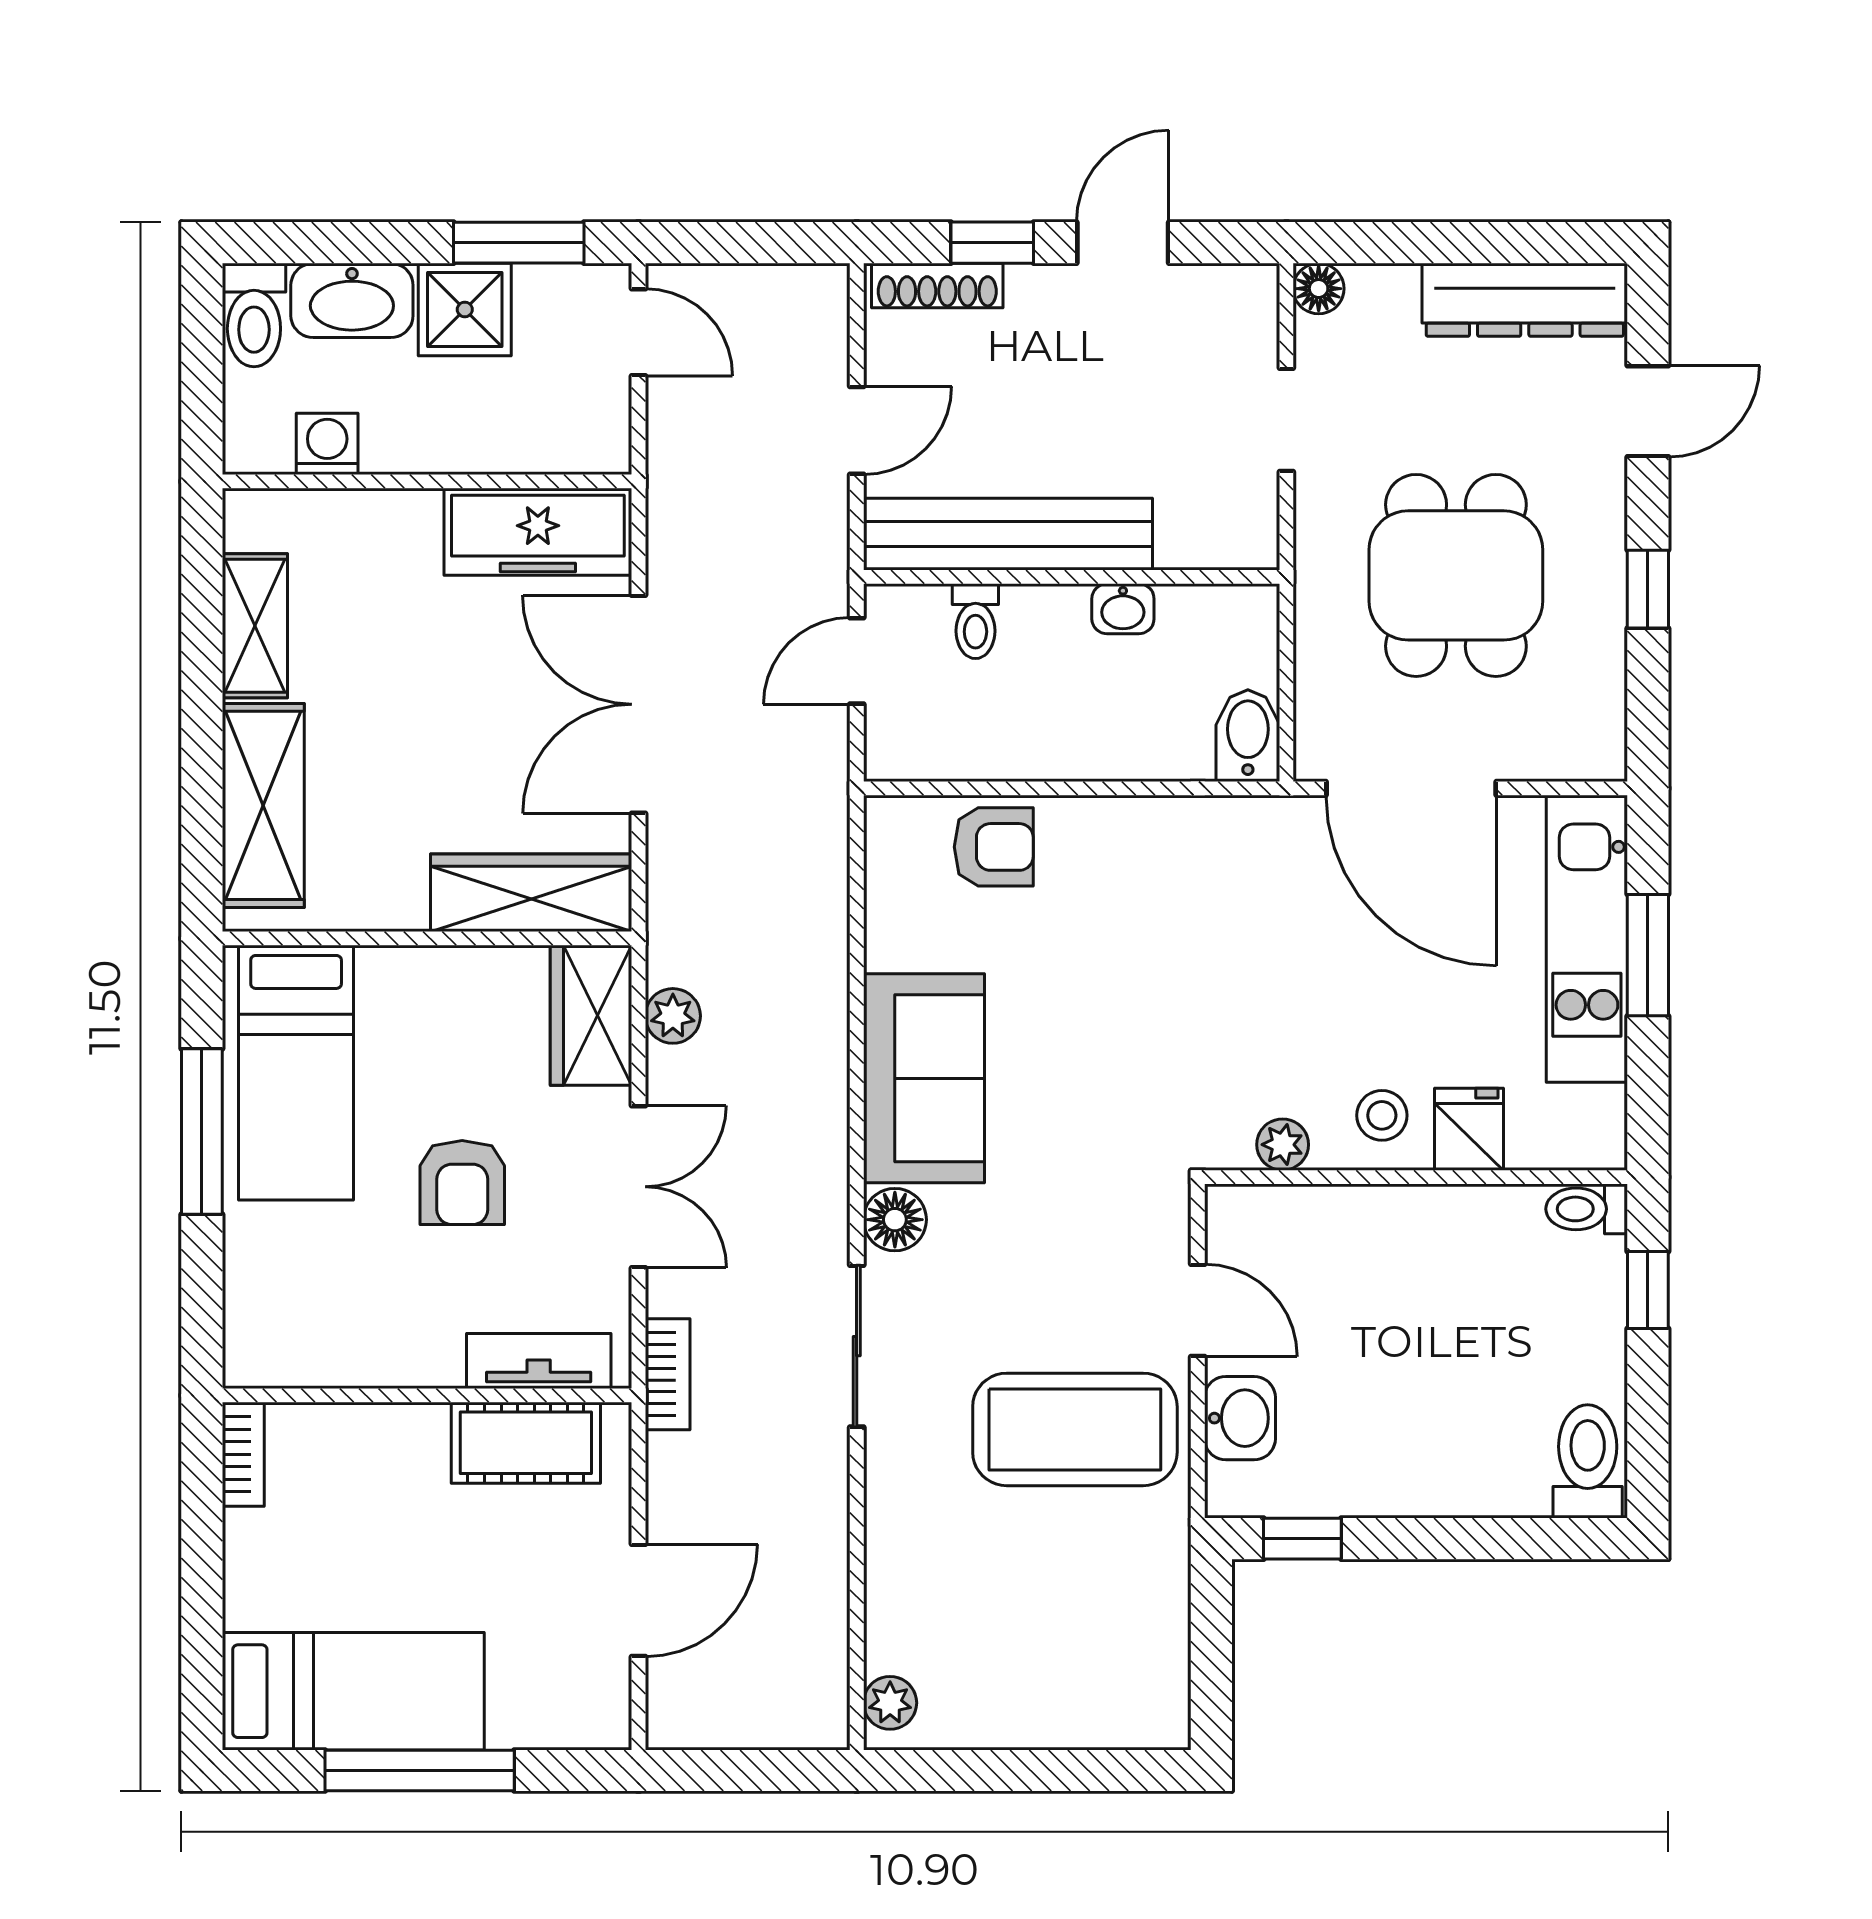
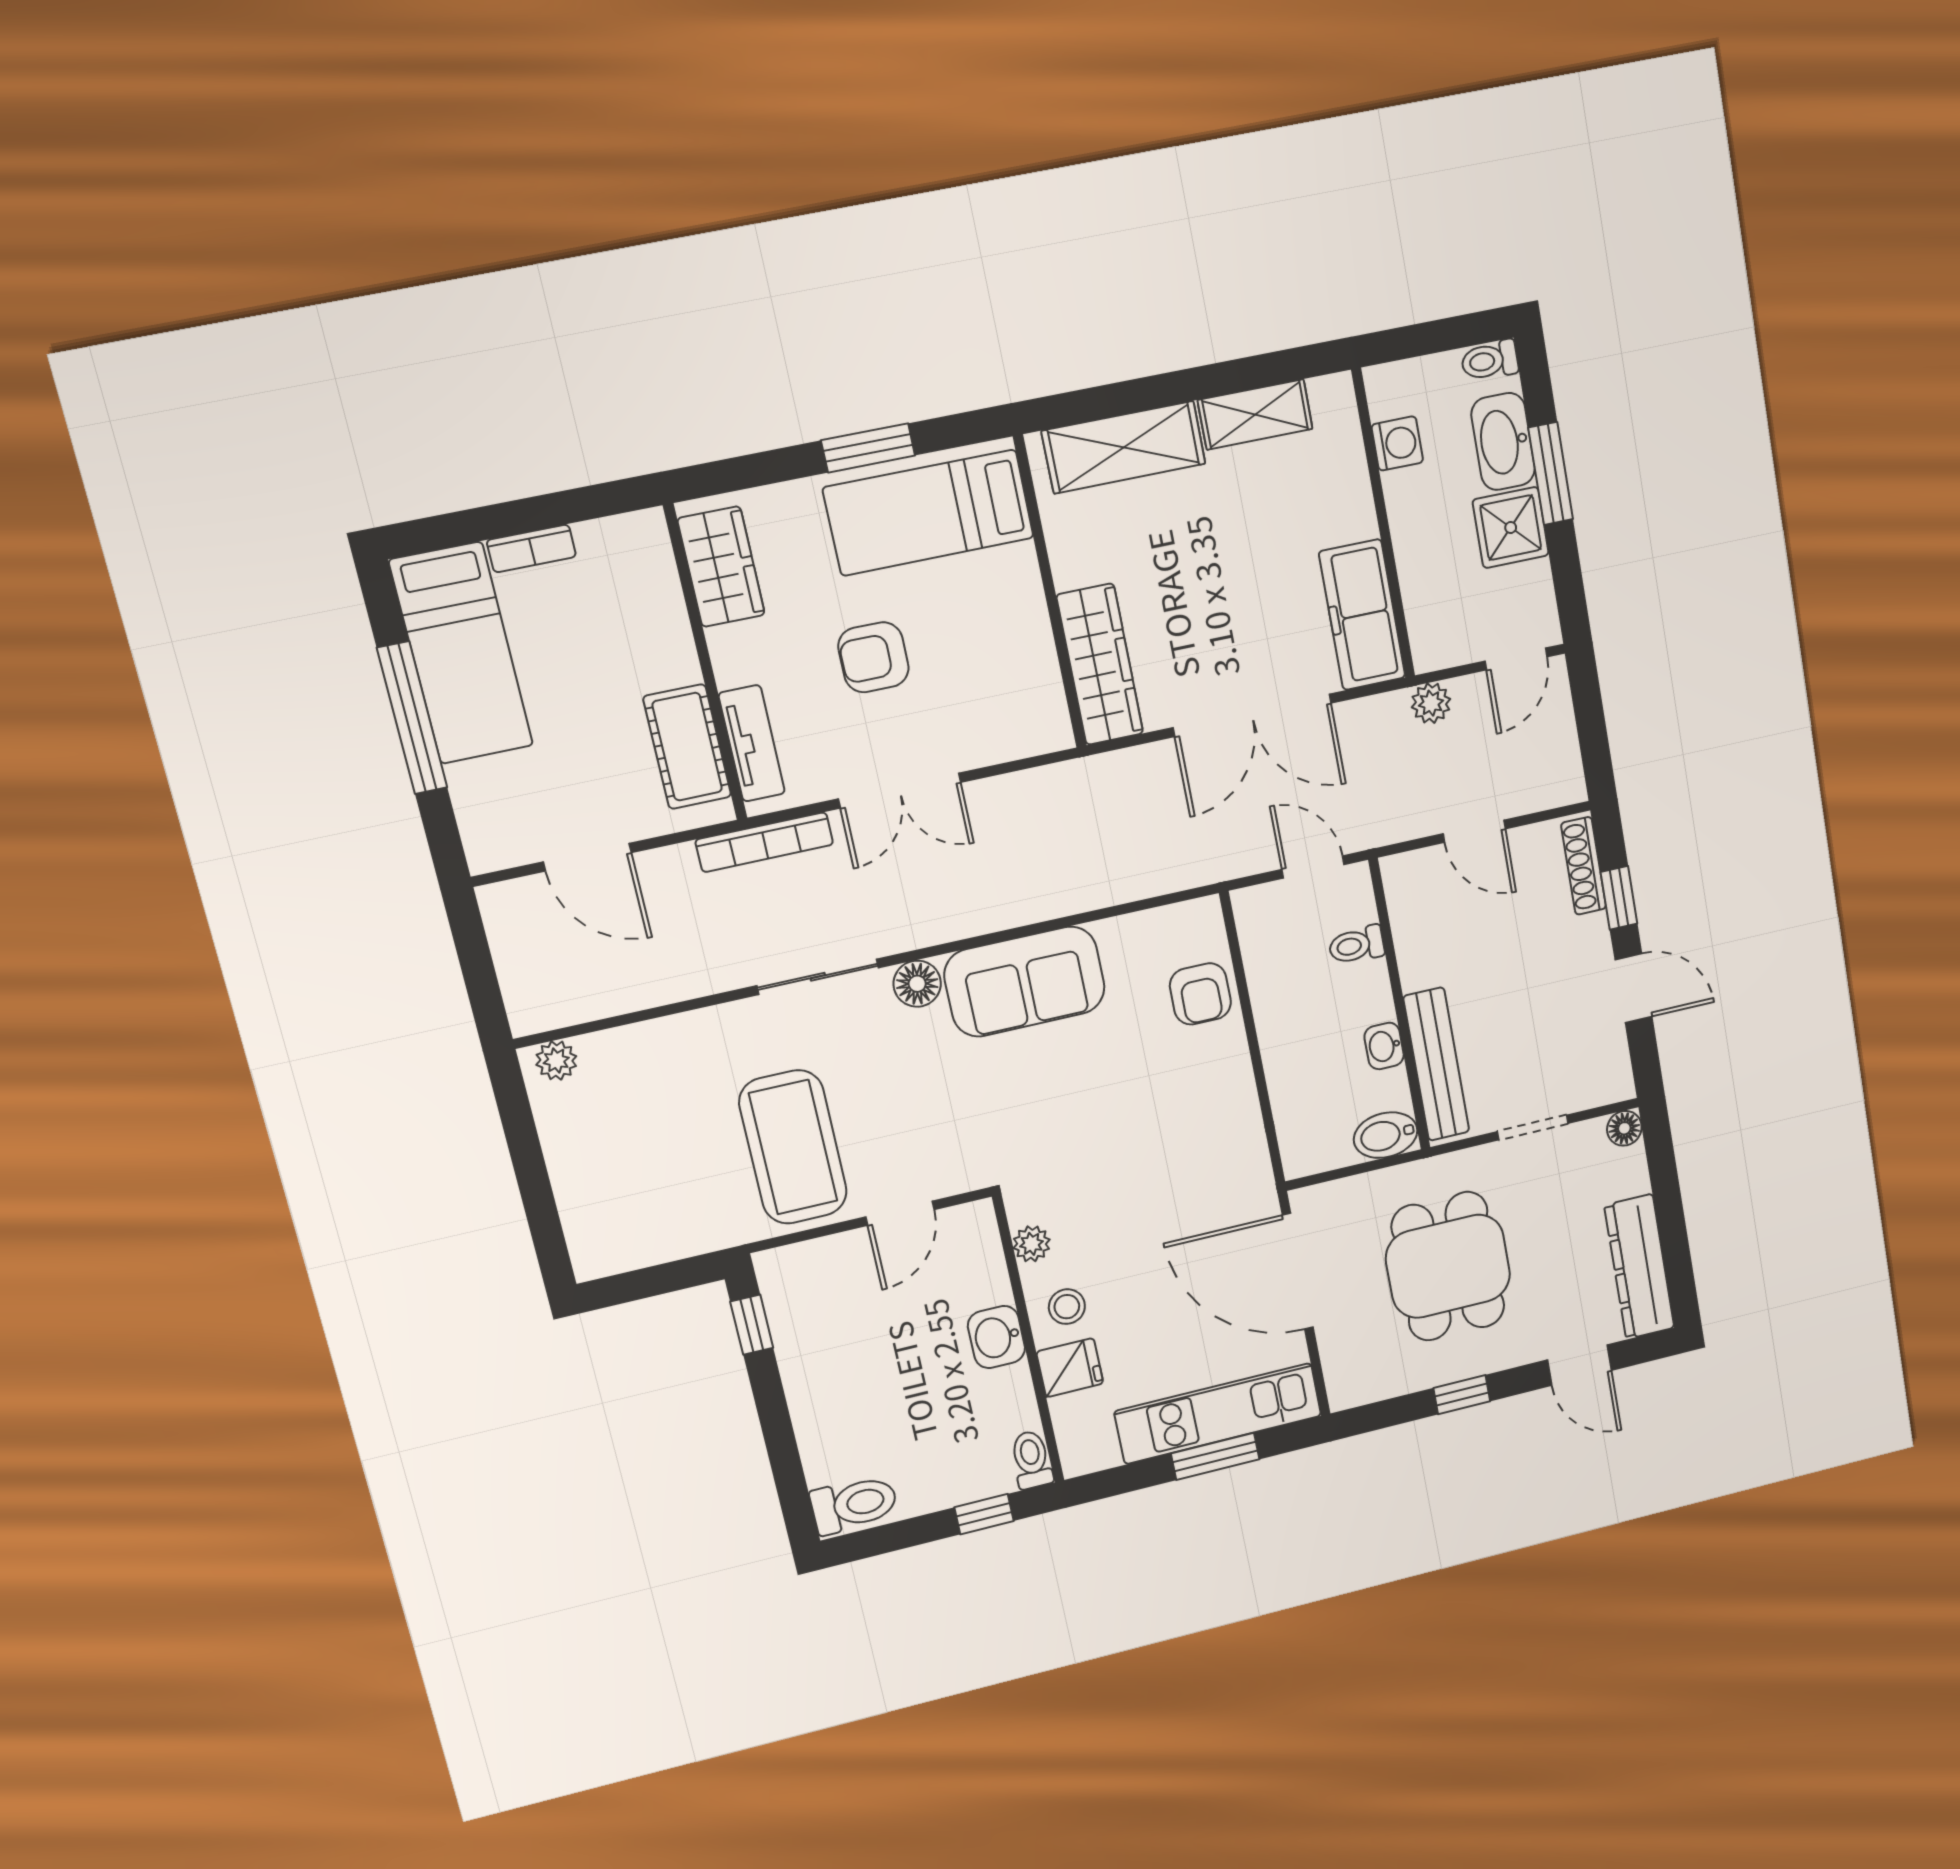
window: (519, 243) -> (1551, 473), moved
toilet: (254, 315) -> (1490, 360), width x0.73, depth x0.72
bench: (1008, 534) -> (1436, 1064), moved, width x0.73, depth x0.82
dining table: (1456, 575) -> (1448, 1266), turned 90
double door: (638, 704) -> (1252, 715), swing flipped
bidet: (1248, 736) -> (1386, 1135), moved, turned 180
door: (1411, 788) -> (1298, 1271), hinge flipped
wardrobe: (591, 1015) -> (721, 567), moved, turned 90
plant: (673, 1016) -> (1431, 703), moved
window: (202, 1131) -> (868, 448), width x0.69
bookcase: (668, 1374) -> (764, 842), width x1.56
washbasin: (1240, 1418) -> (996, 1337), moved, turned 90
bookcase: (243, 1454) -> (531, 548), moved

